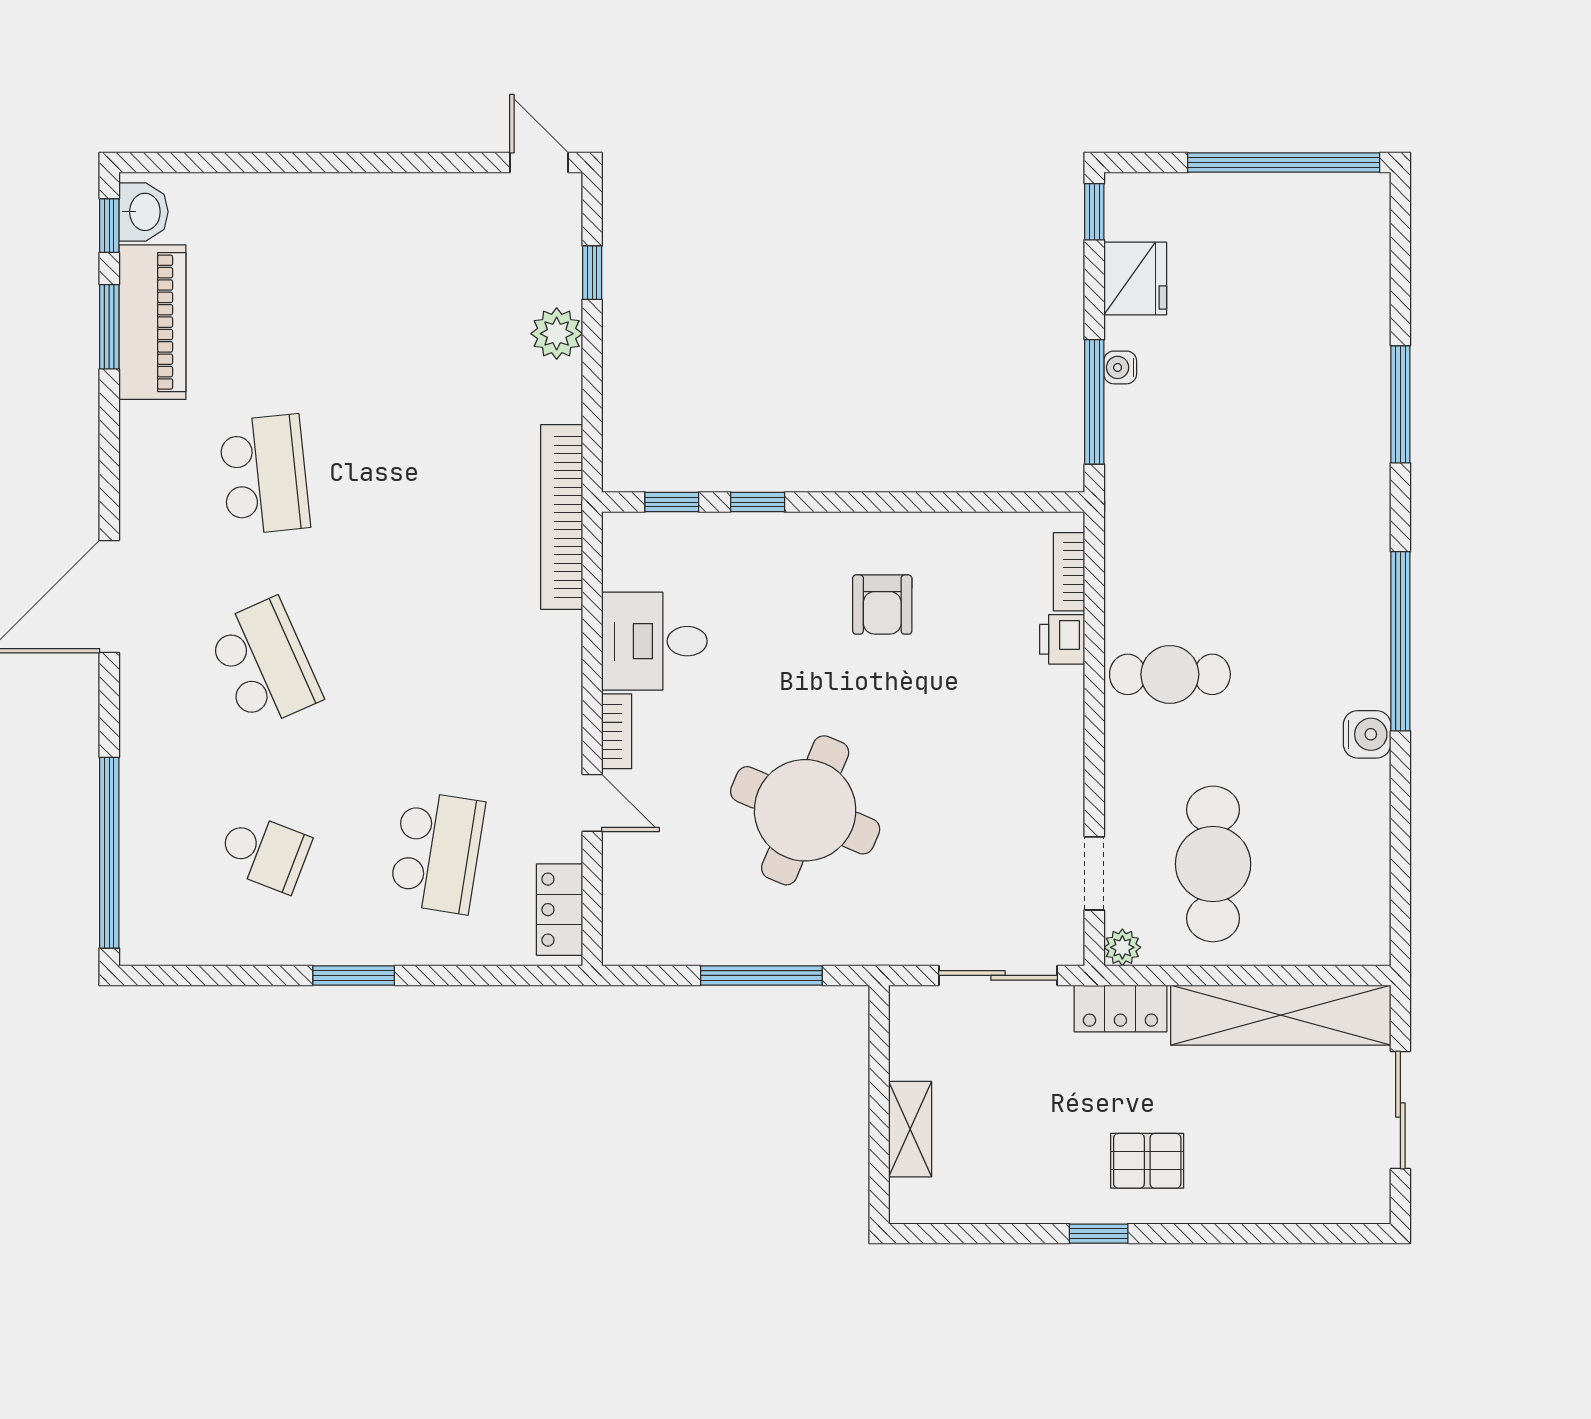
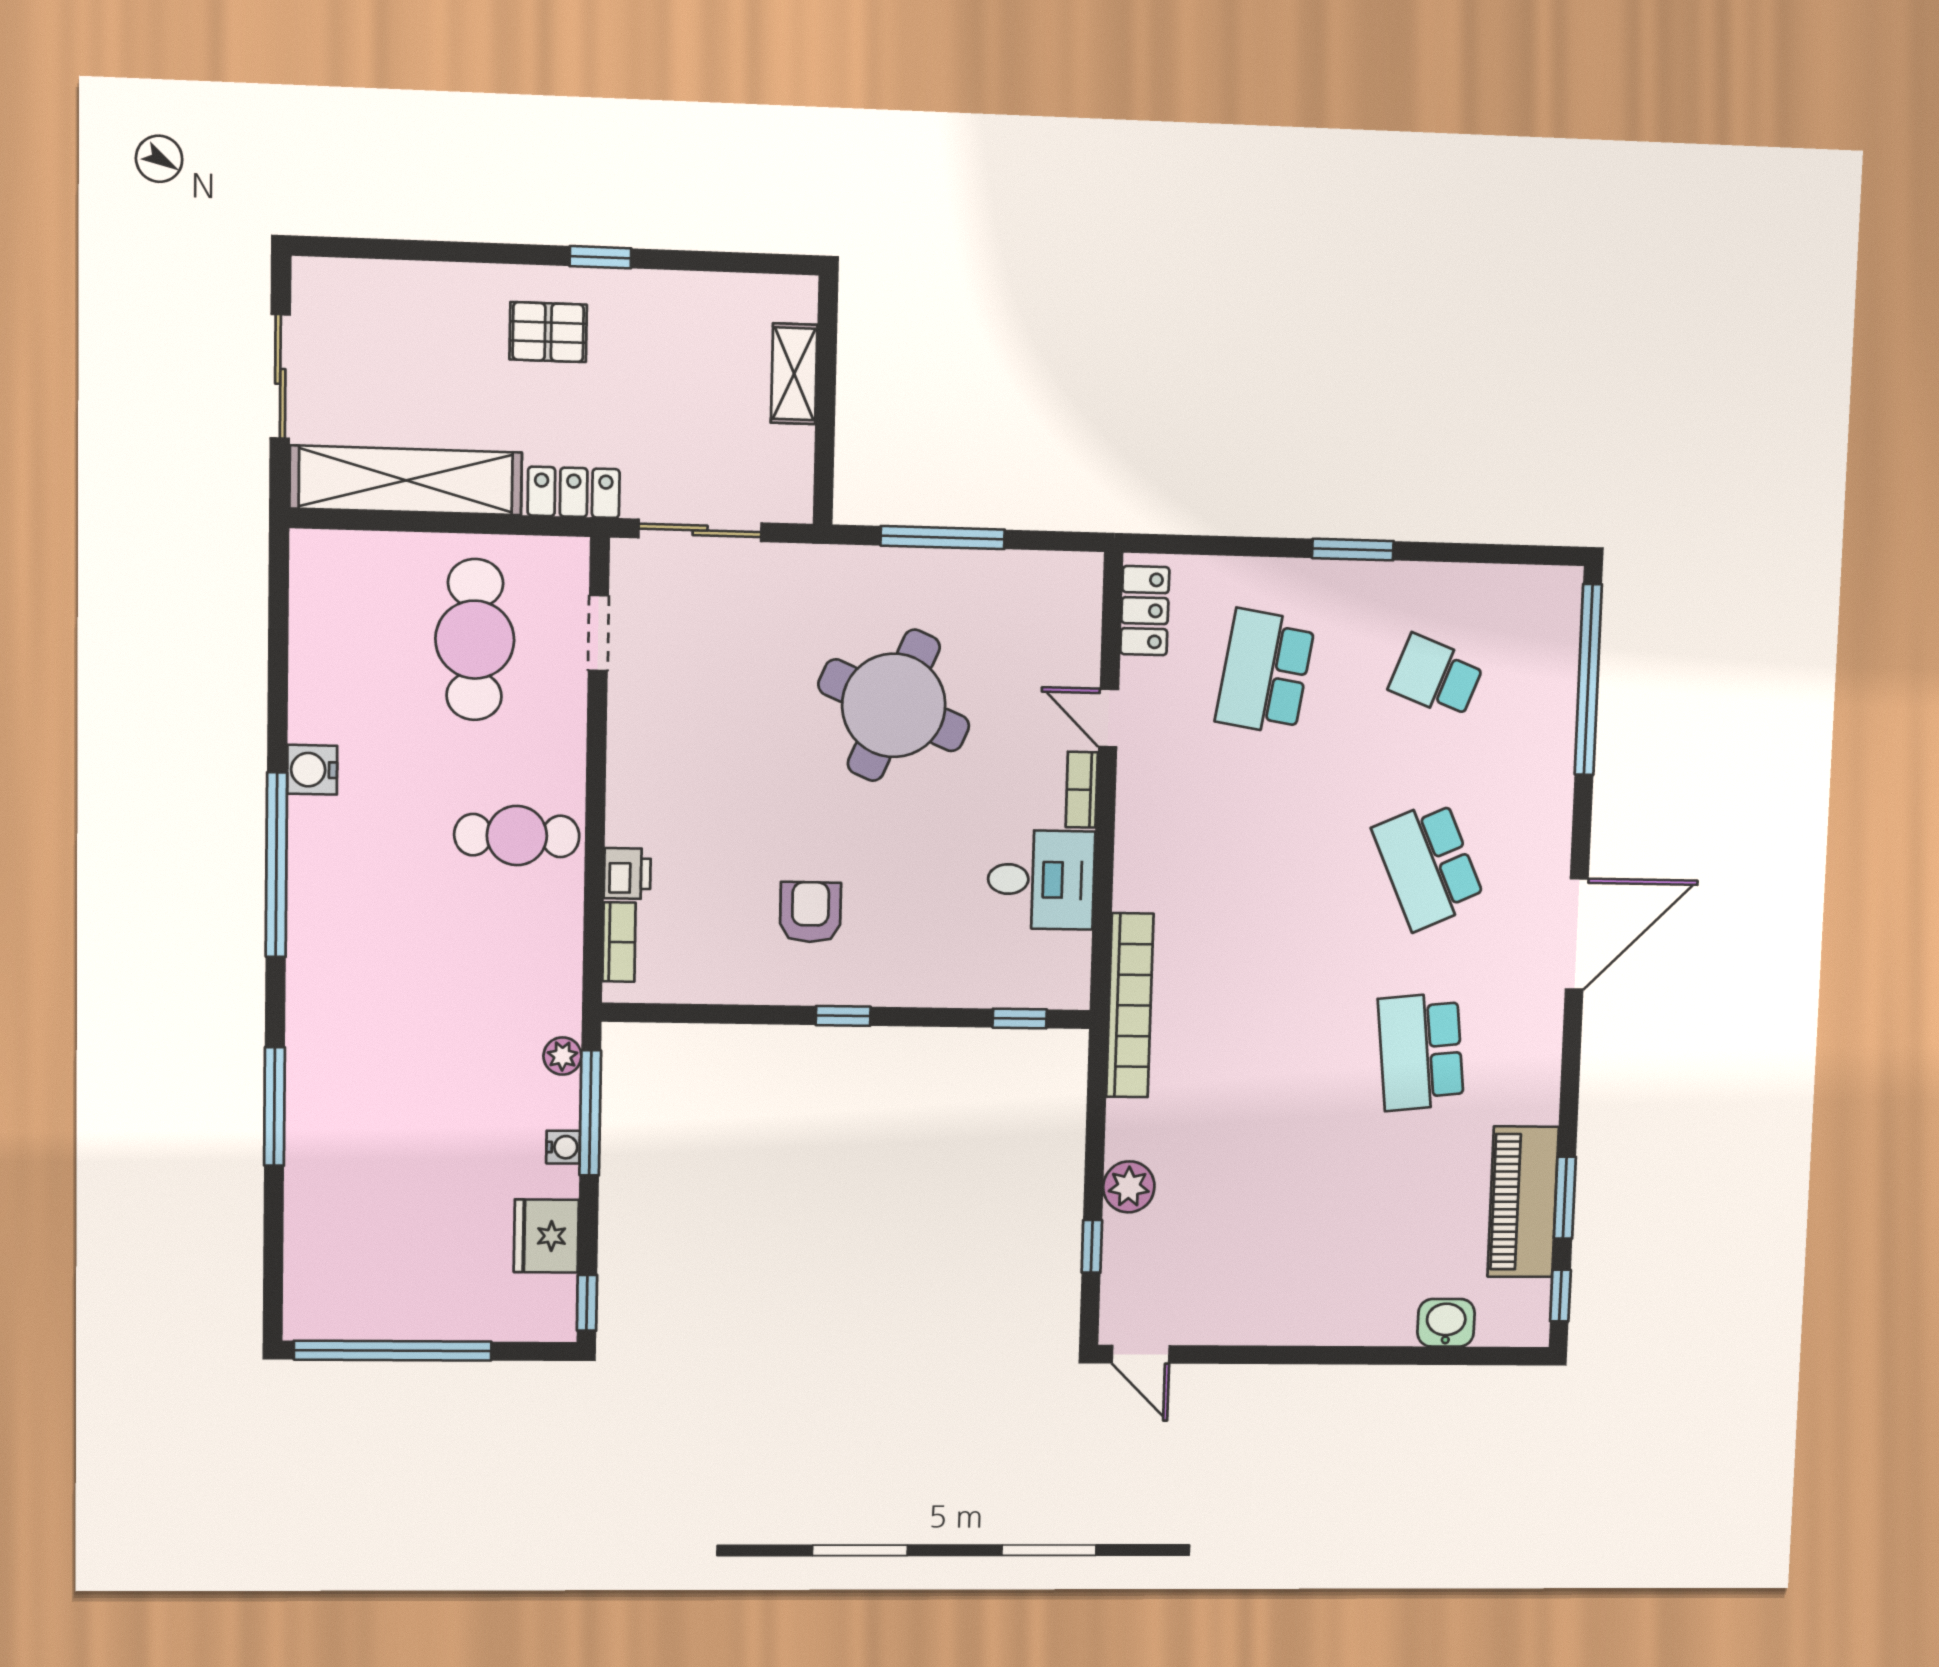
washbasin: (143, 212) -> (1446, 1323), moved, turned 90
window: (758, 502) -> (843, 1016), moved
plant: (1122, 947) -> (562, 1056), moved

